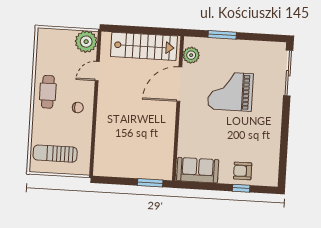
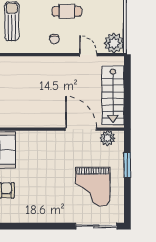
grand piano: (230, 91) -> (93, 187), moved, turned 180

